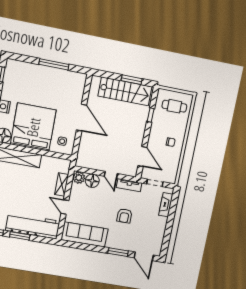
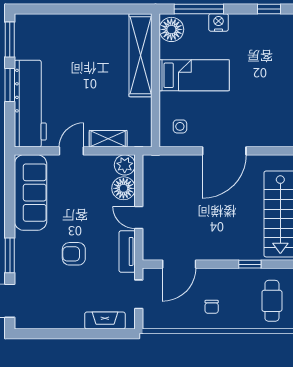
bed: (33, 127) -> (194, 75), width x0.49
door: (111, 175) -> (139, 217), hinge flipped

